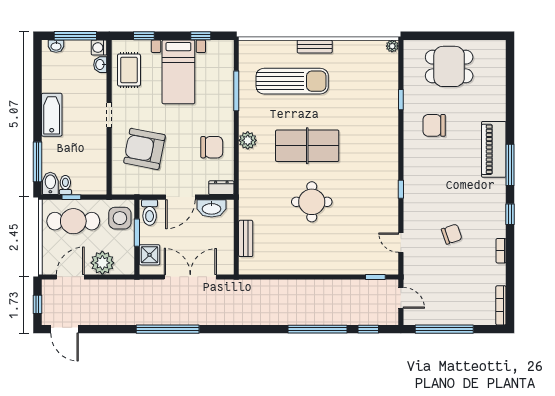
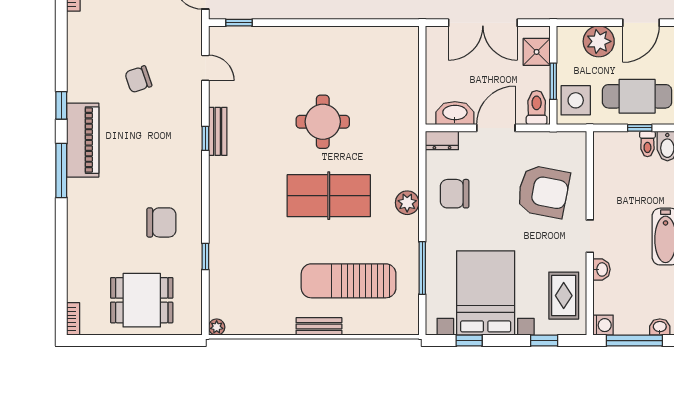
washbasin: (100, 65) -> (602, 269), moved
bed with nightstands: (178, 72) -> (486, 293), width x1.36
piano: (494, 149) -> (83, 140), moved
bench: (246, 238) -> (218, 131), moved
bookcase: (501, 251) -> (73, 319), moved

